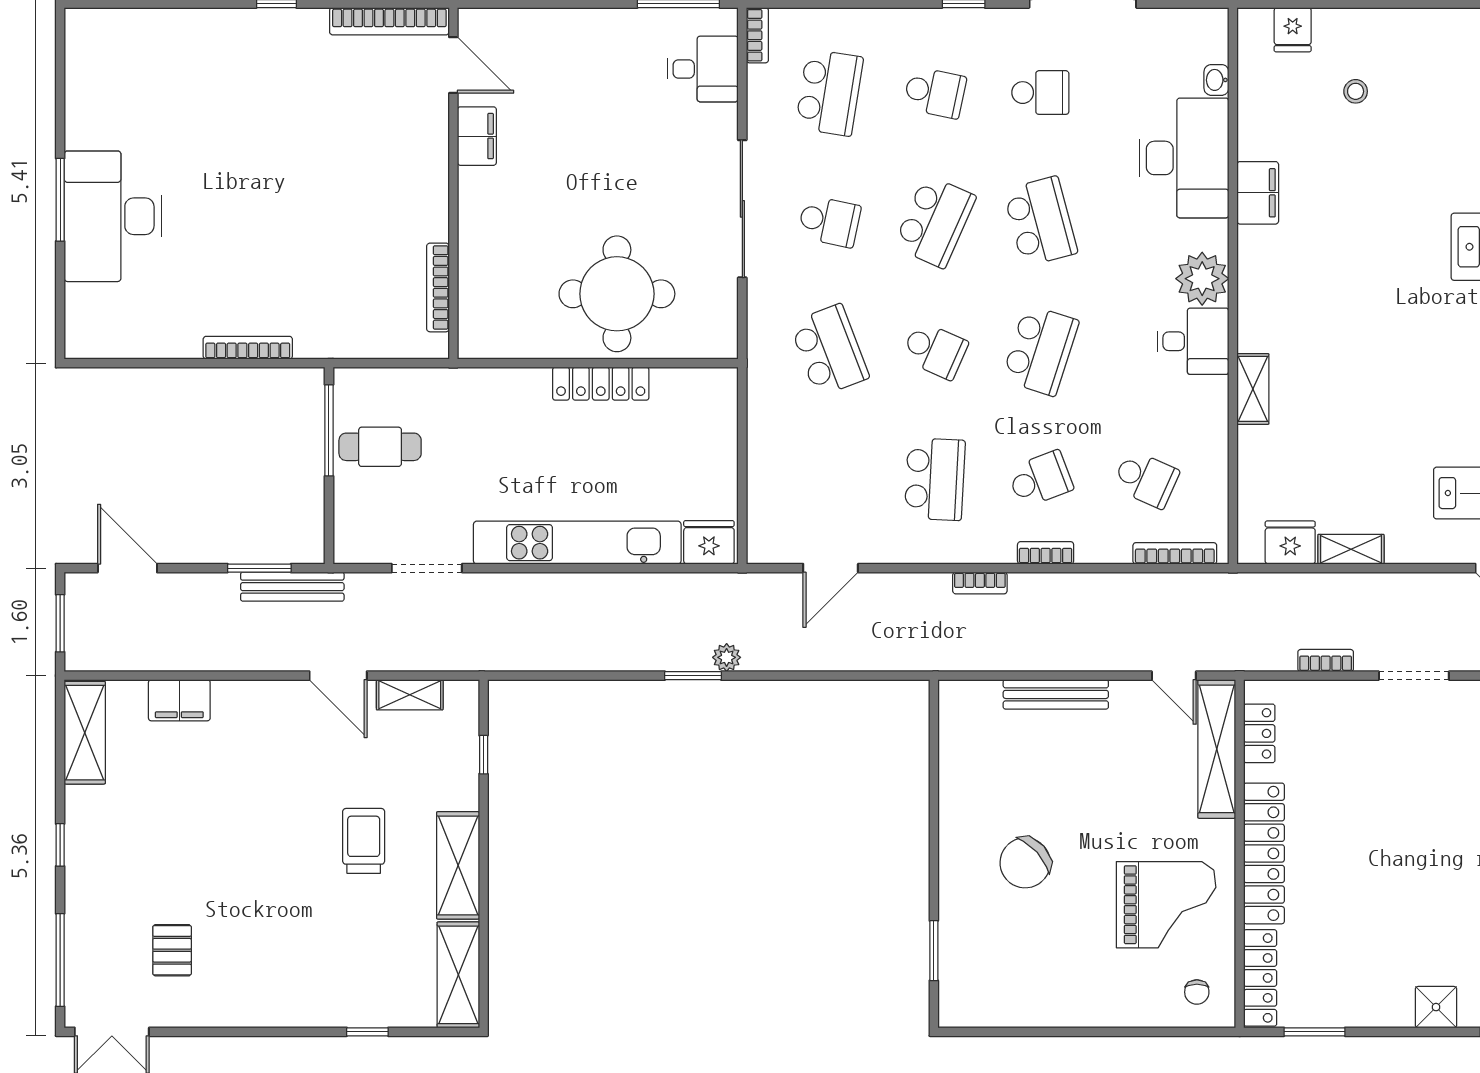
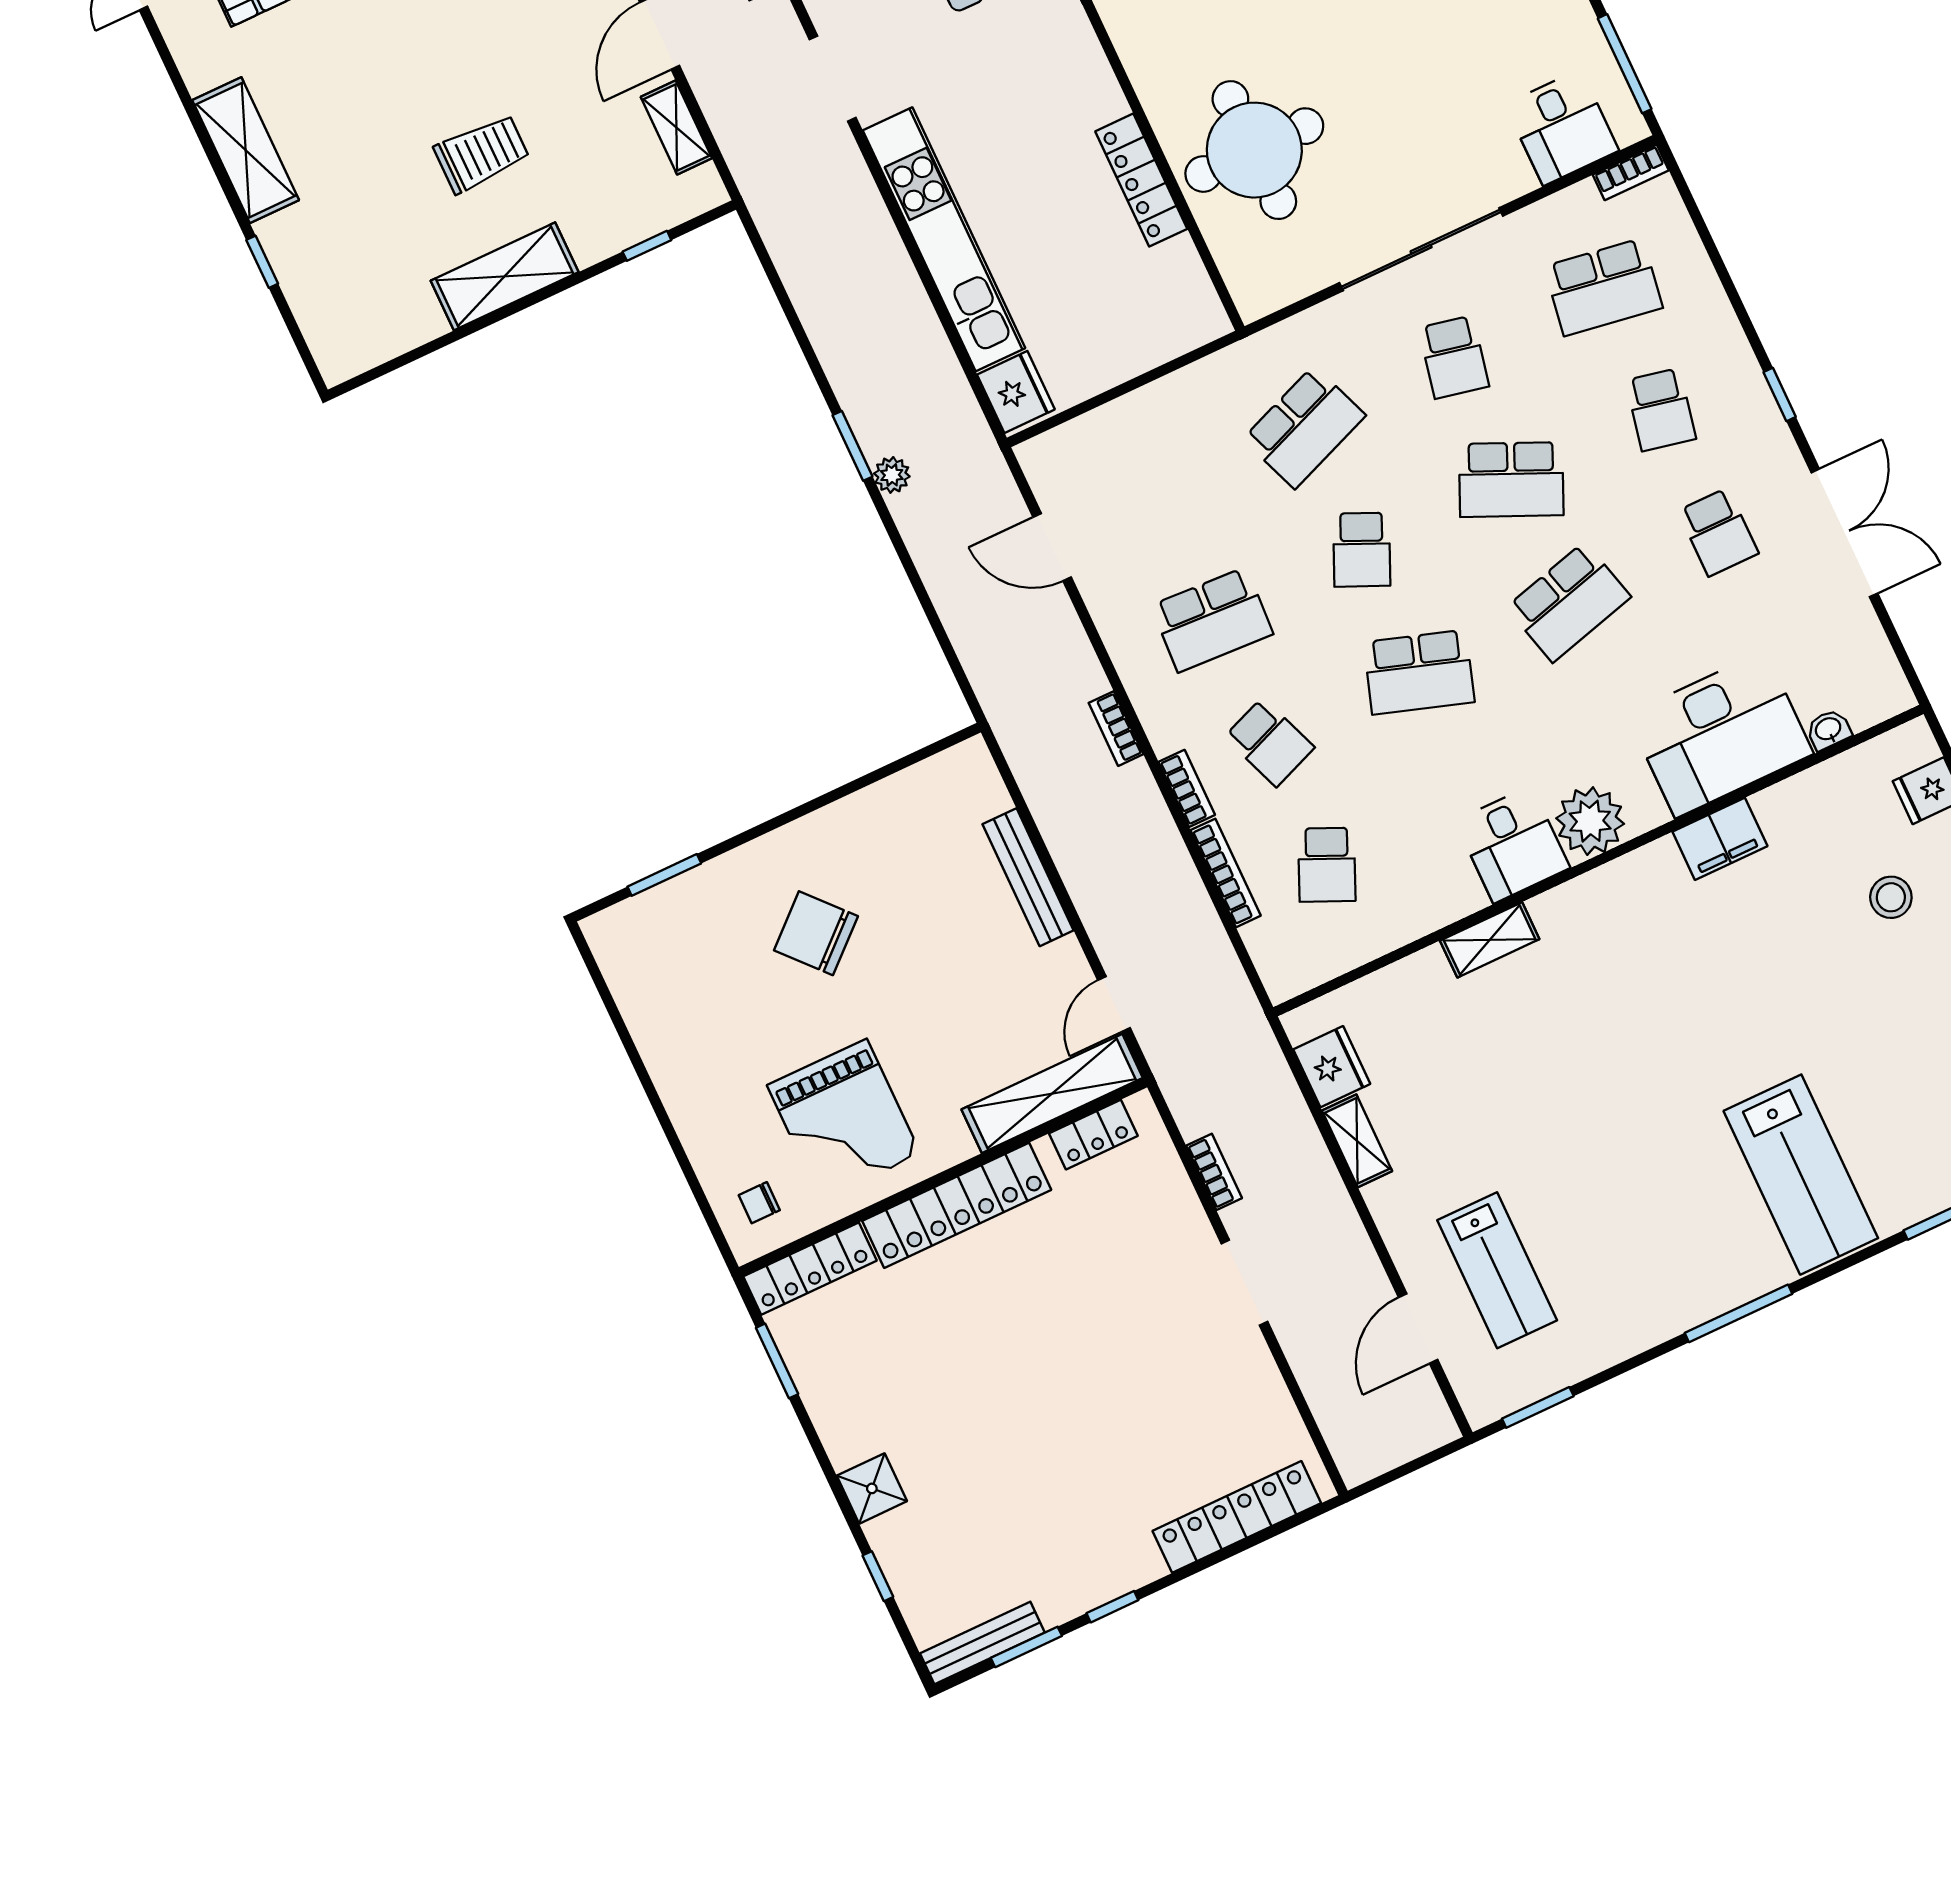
stool: (1356, 91) -> (1891, 897), width x1.37, depth x1.37
bookcase: (1175, 553) -> (1226, 873), moved
shelving: (458, 975) -> (246, 150), moved, turned 90

